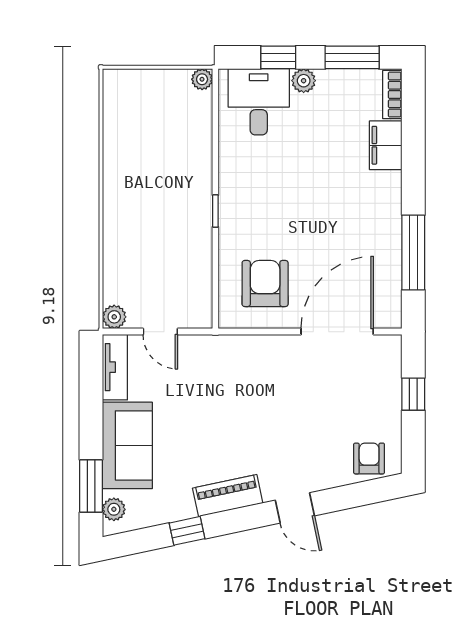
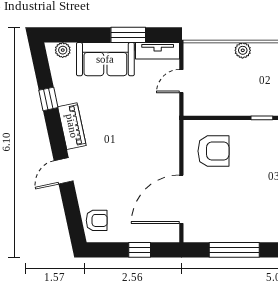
plant: (114, 317) -> (243, 50), moved
door: (337, 332) -> (181, 199), swing flipped
window: (91, 486) -> (128, 35), moved

